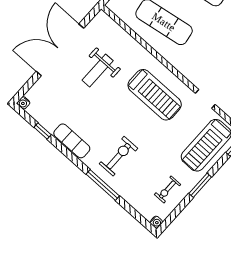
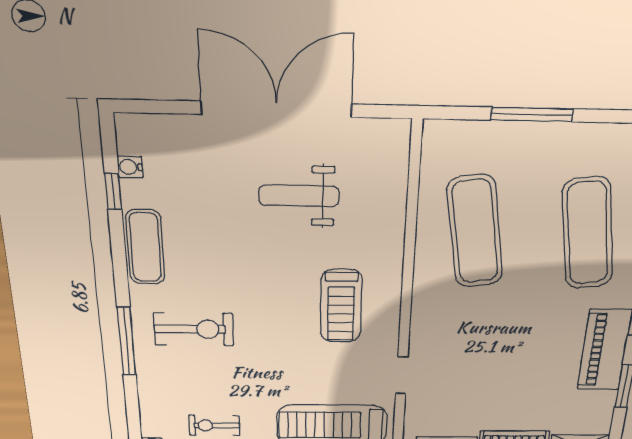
treadmill: (155, 95) -> (341, 306), width x0.73, depth x0.73
water cooler: (23, 103) -> (130, 167), moved

